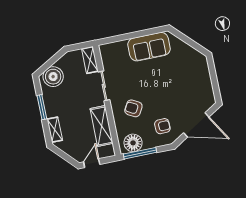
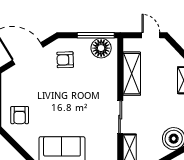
armchair: (133, 108) -> (20, 115), moved, turned 61
door: (92, 163) -> (151, 35), swing flipped

